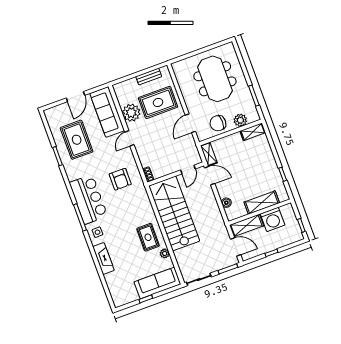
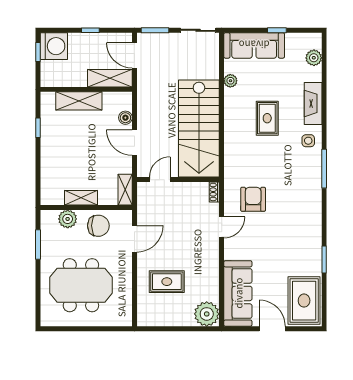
bench: (149, 77) -> (167, 320), removed
meeting table: (215, 79) -> (81, 285), turned 90
door: (75, 97) -> (272, 329), hinge flipped
rug: (158, 102) -> (167, 282), width x0.73, depth x0.70
plant: (131, 113) -> (207, 314), moved
shelving: (253, 132) -> (81, 198), moved
door: (129, 138) -> (222, 227), moved
rug: (77, 140) -> (304, 301), moved
door: (210, 176) -> (134, 143), moved
bar counter: (88, 199) -> (304, 188), removed
washing machine: (273, 219) -> (54, 46), moved, turned 90
rug: (148, 237) -> (267, 118), moved
plant: (114, 289) -> (314, 58), added

